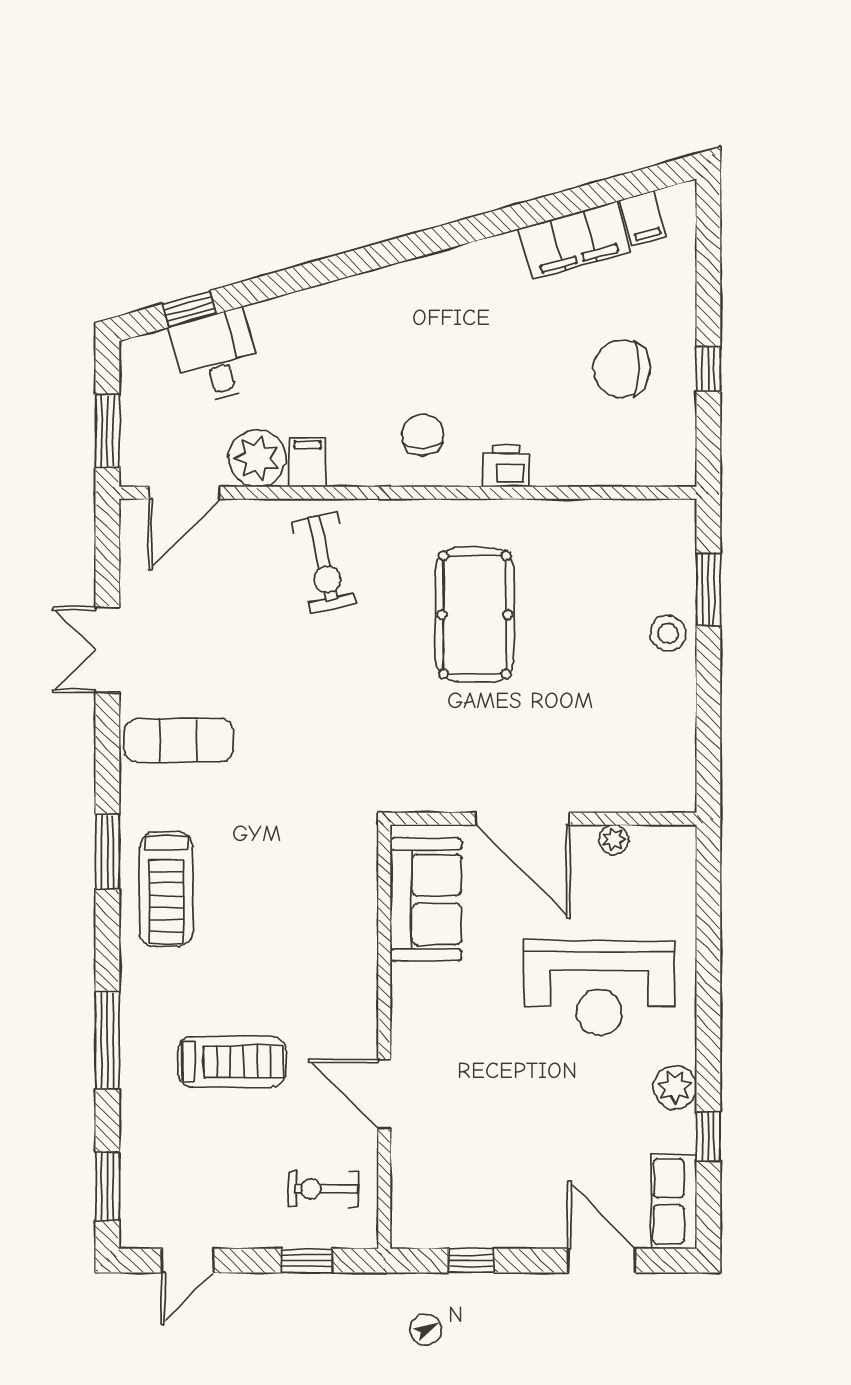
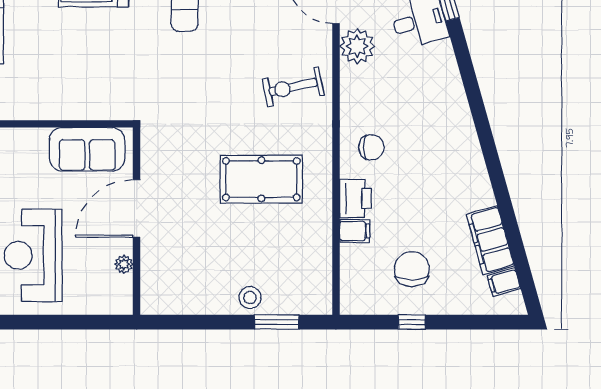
filing cabinet: (308, 462) -> (355, 231), moved
printer: (506, 466) -> (355, 198), width x1.36, depth x1.24

